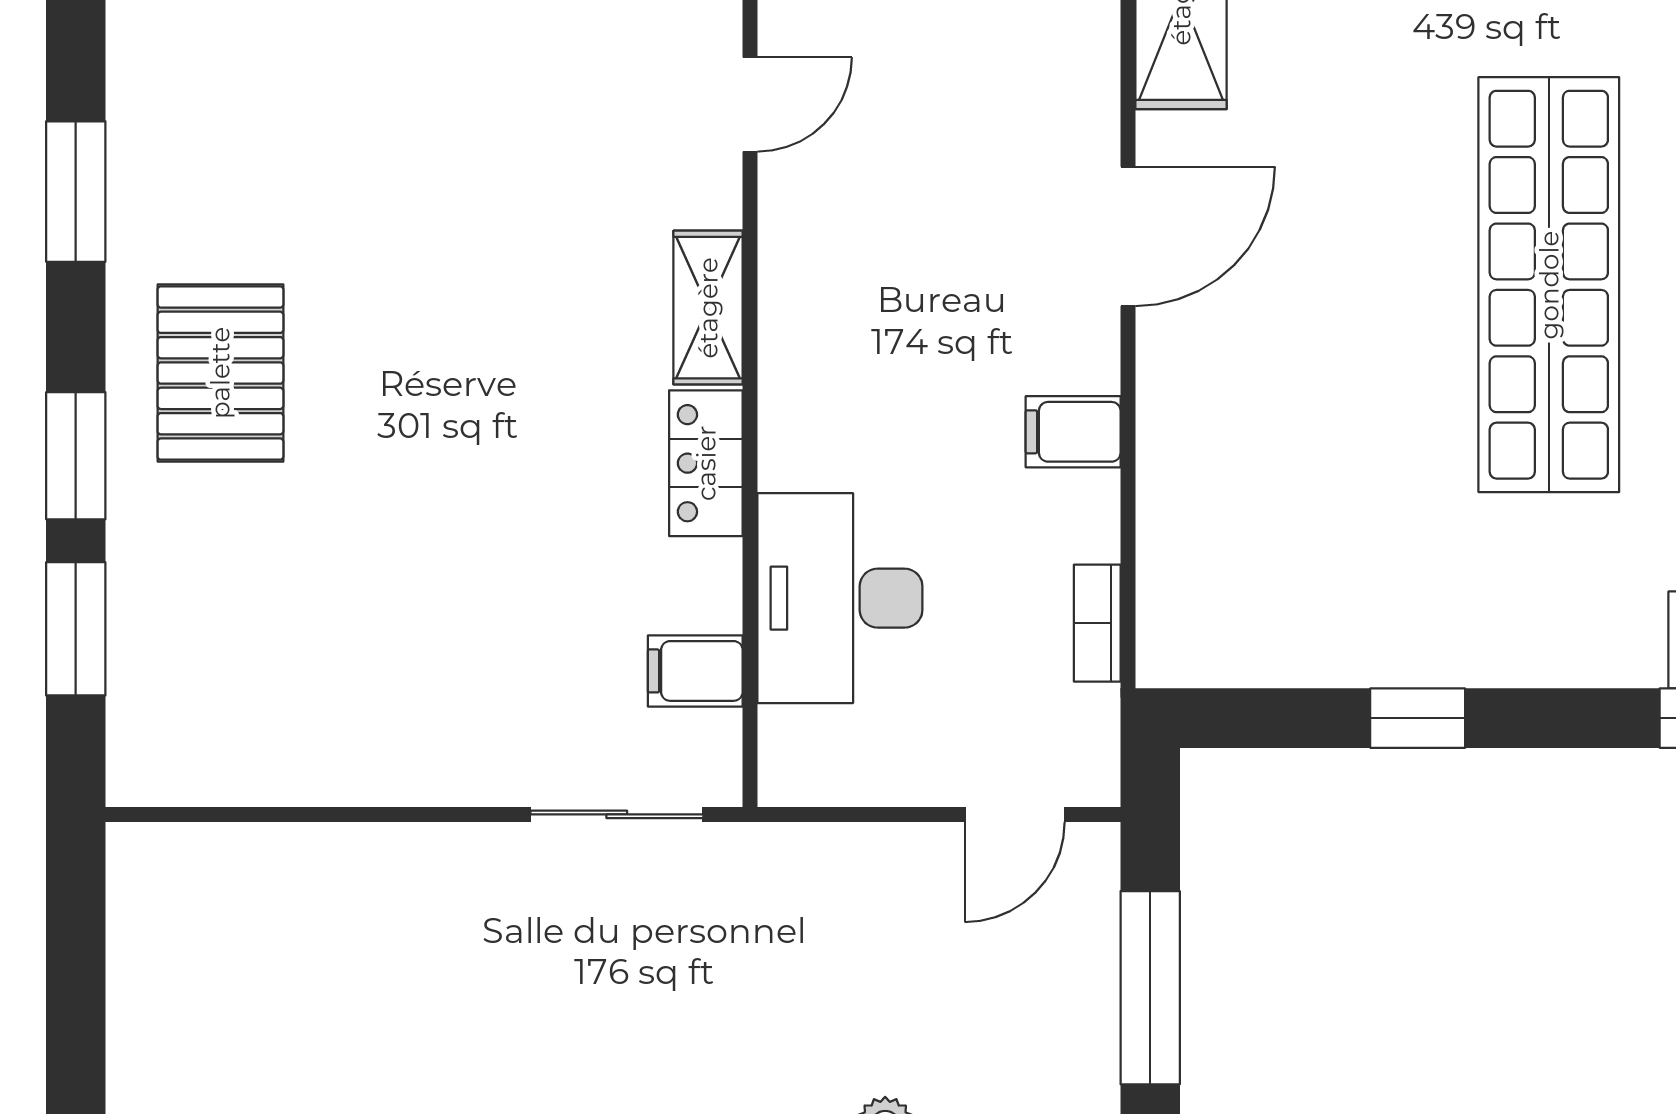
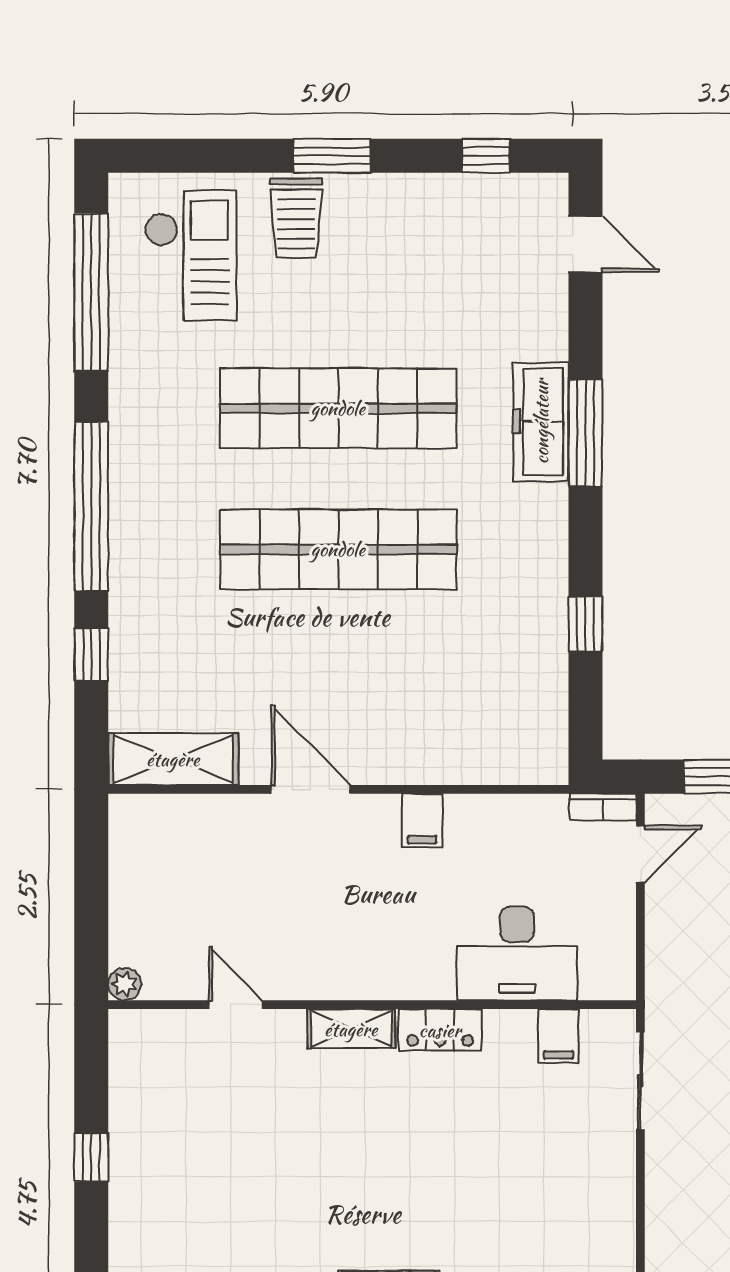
bookcase: (1097, 623) -> (603, 807), moved
door: (1015, 814) -> (640, 854), hinge flipped

